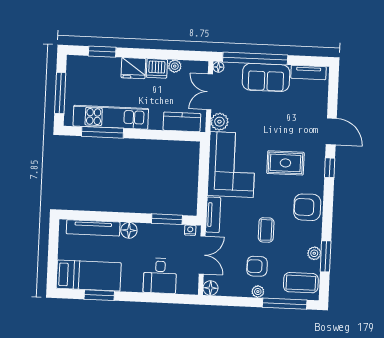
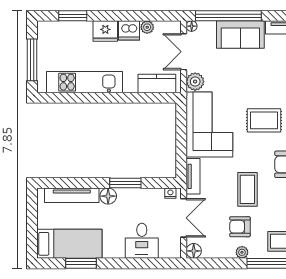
window: (102, 132) -> (77, 98), removed
window: (167, 219) -> (125, 183), moved
coffee table: (266, 230) -> (247, 189), width x1.36, depth x1.30

